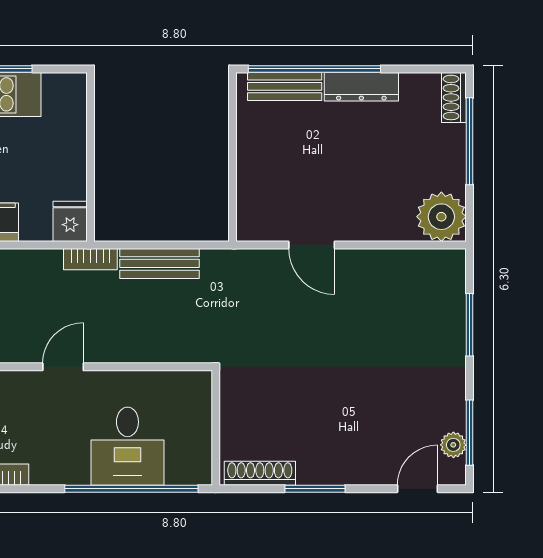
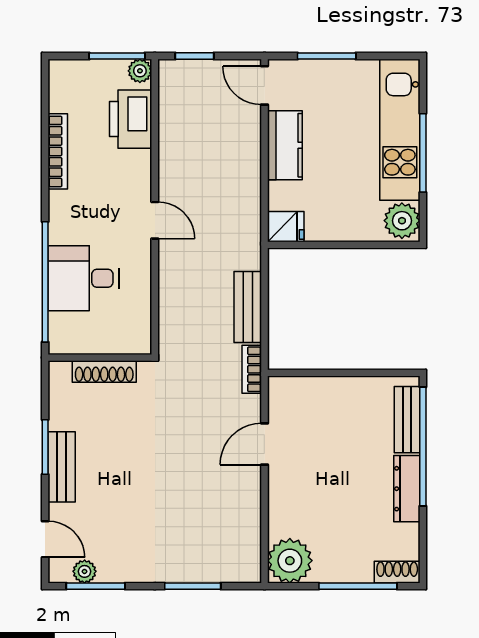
plant: (64, 92) -> (402, 221), added
bookcase: (90, 259) -> (252, 369), moved
bench: (337, 470) -> (62, 467), added
shoe rack: (260, 473) -> (104, 371), moved, turned 90

